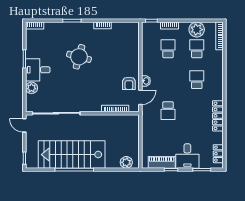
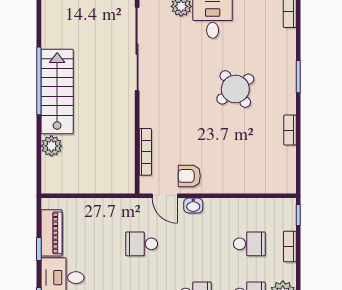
round table: (79, 57) -> (235, 89), turned 38
stairs: (72, 155) -> (57, 92), width x0.73, depth x0.66
plant: (126, 162) -> (51, 146), moved

